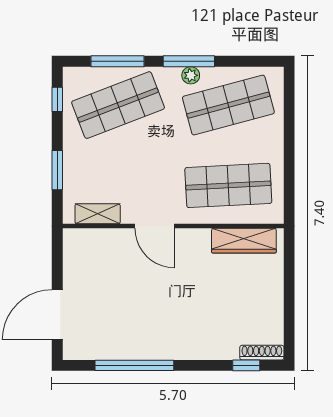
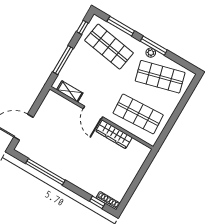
shop shelf: (118, 105) -> (109, 47), turned 30
window: (57, 170) -> (63, 60), width x1.44
wardrobe: (244, 241) -> (114, 134), moved

